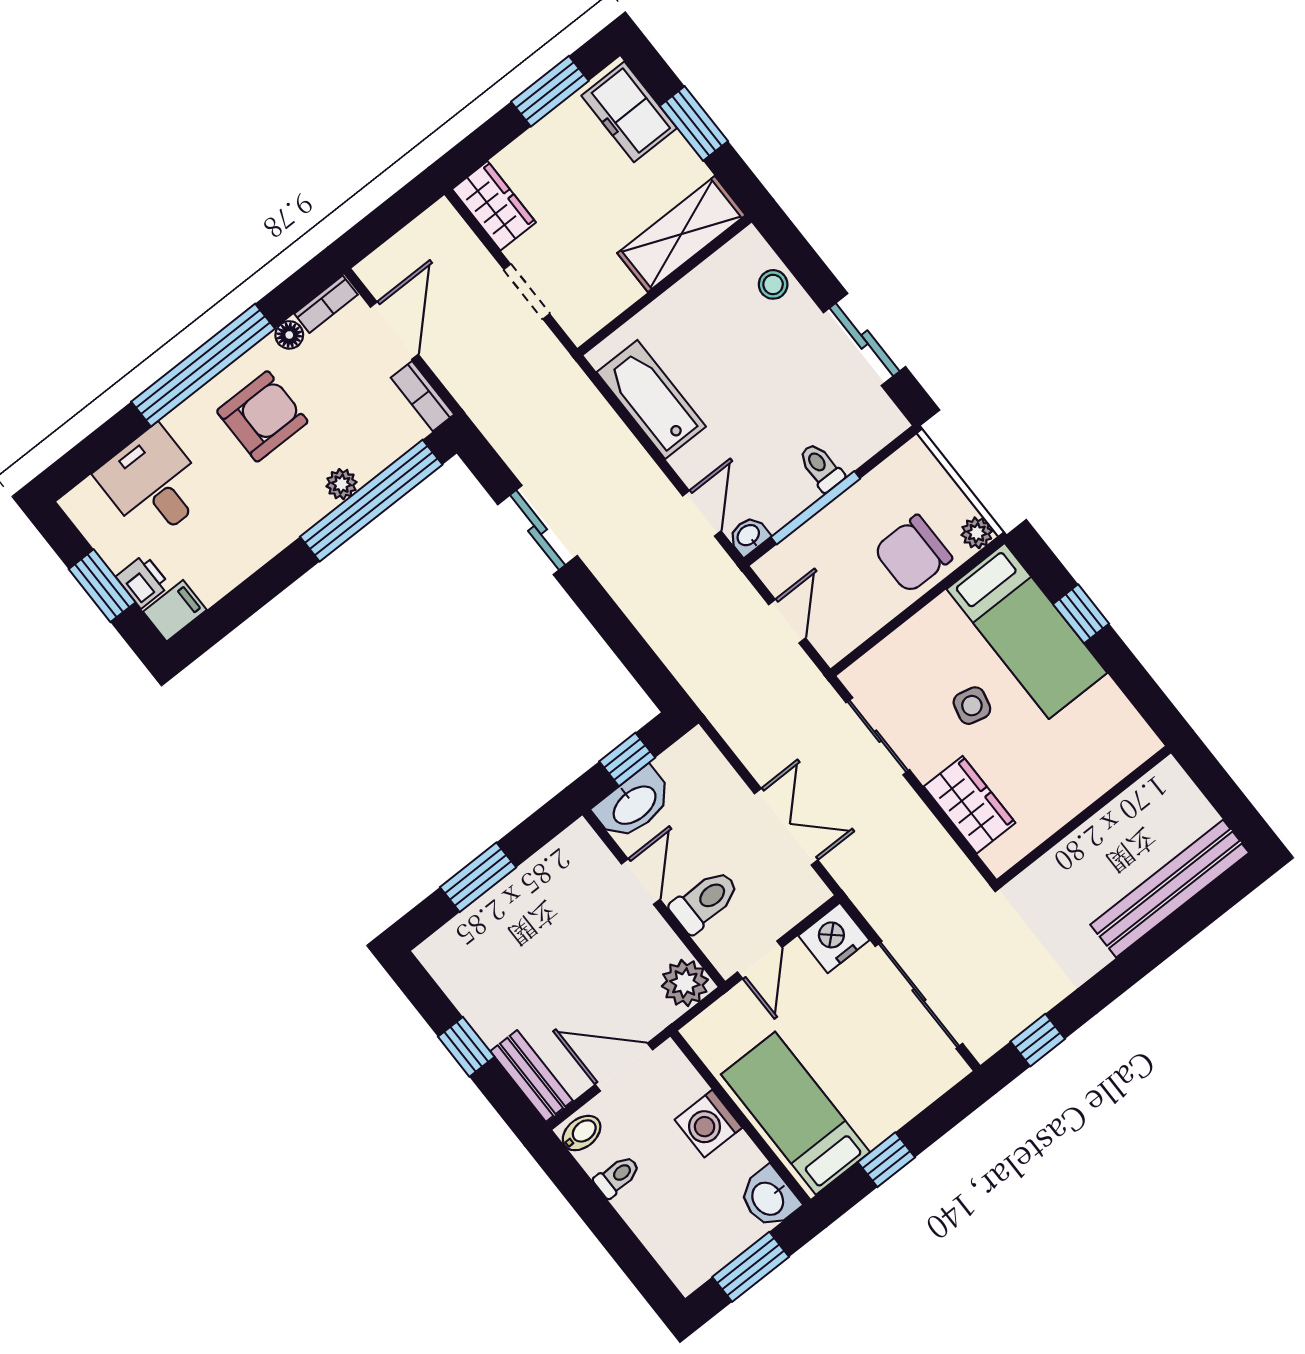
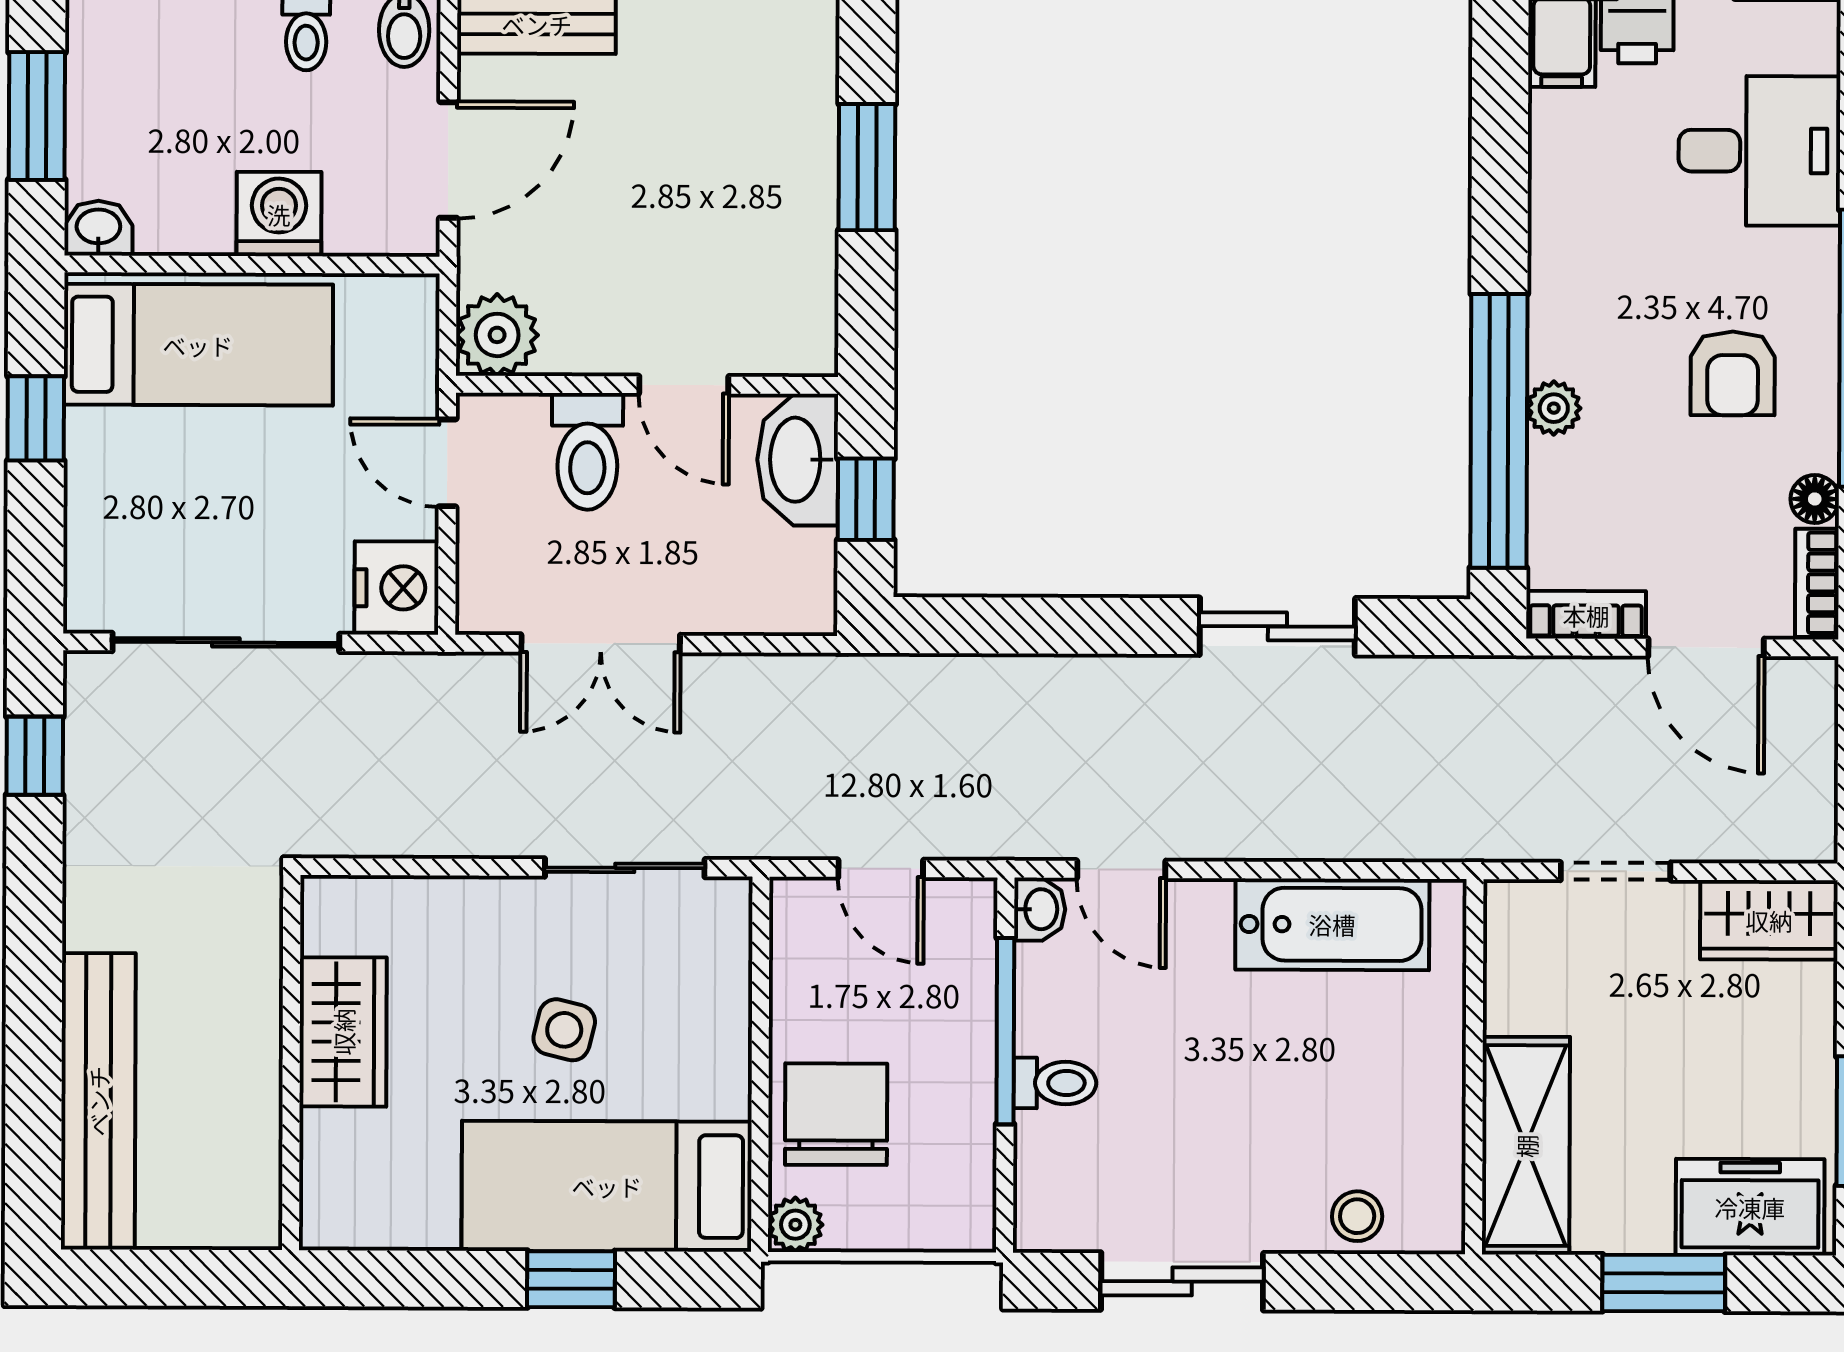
armchair: (262, 416) -> (1733, 373), width x0.72, depth x0.72
wardrobe: (970, 805) -> (343, 1032), moved, turned -90
washbasin: (769, 1198) -> (98, 228), width x0.72, depth x0.69

